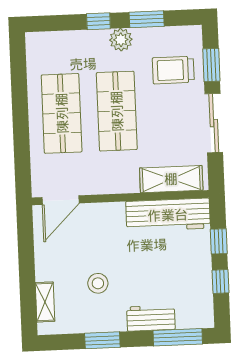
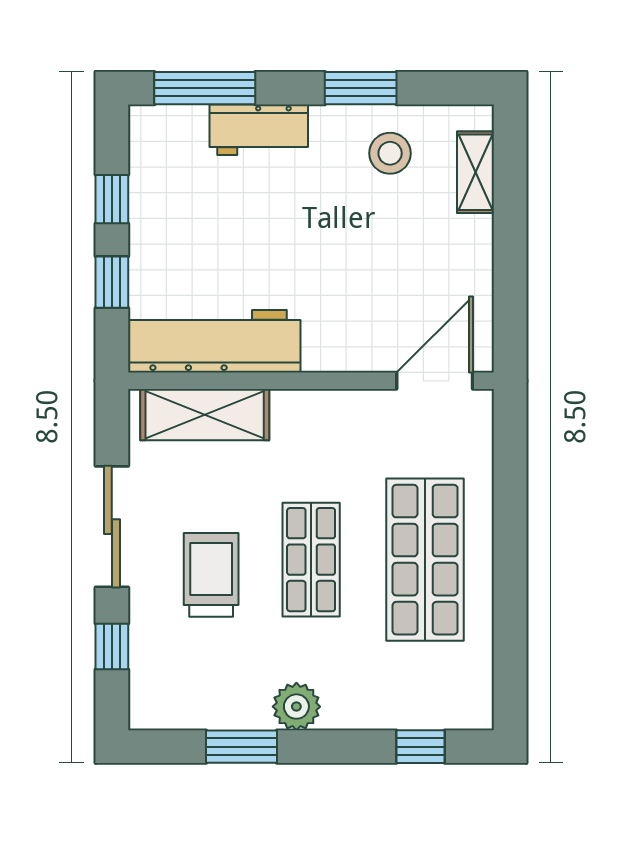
window: (98, 21) -> (420, 747), moved
window: (211, 65) -> (112, 646), width x0.67
trolley: (173, 70) -> (211, 575), moved, turned -90
shop shelf: (117, 111) -> (311, 560), width x0.70, depth x0.74
stool: (98, 283) -> (390, 153), moved

